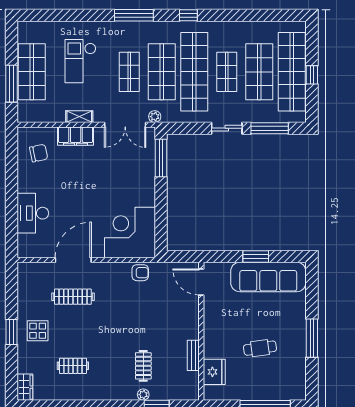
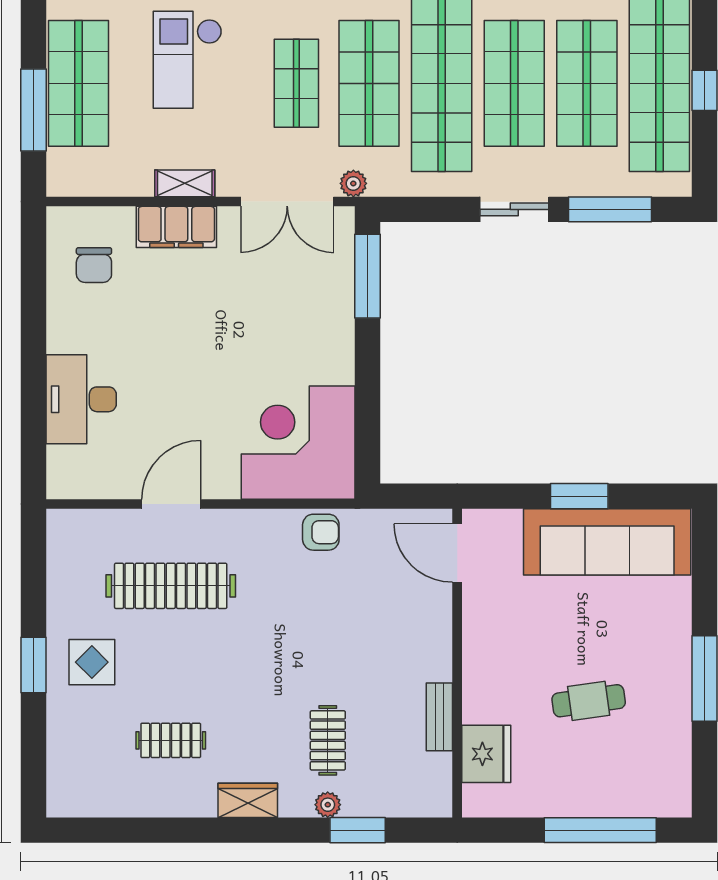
shop shelf: (227, 72) -> (514, 83), width x1.43, depth x1.36
chair: (39, 153) -> (94, 265), turned 102
door: (73, 260) -> (171, 504), width x0.73
clothes rail: (73, 297) -> (171, 586), width x1.37, depth x1.31
wardrobe: (25, 387) -> (248, 800), moved, turned -90

